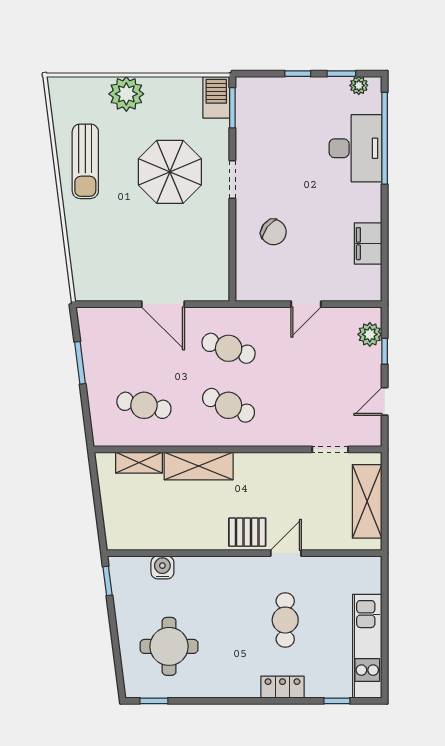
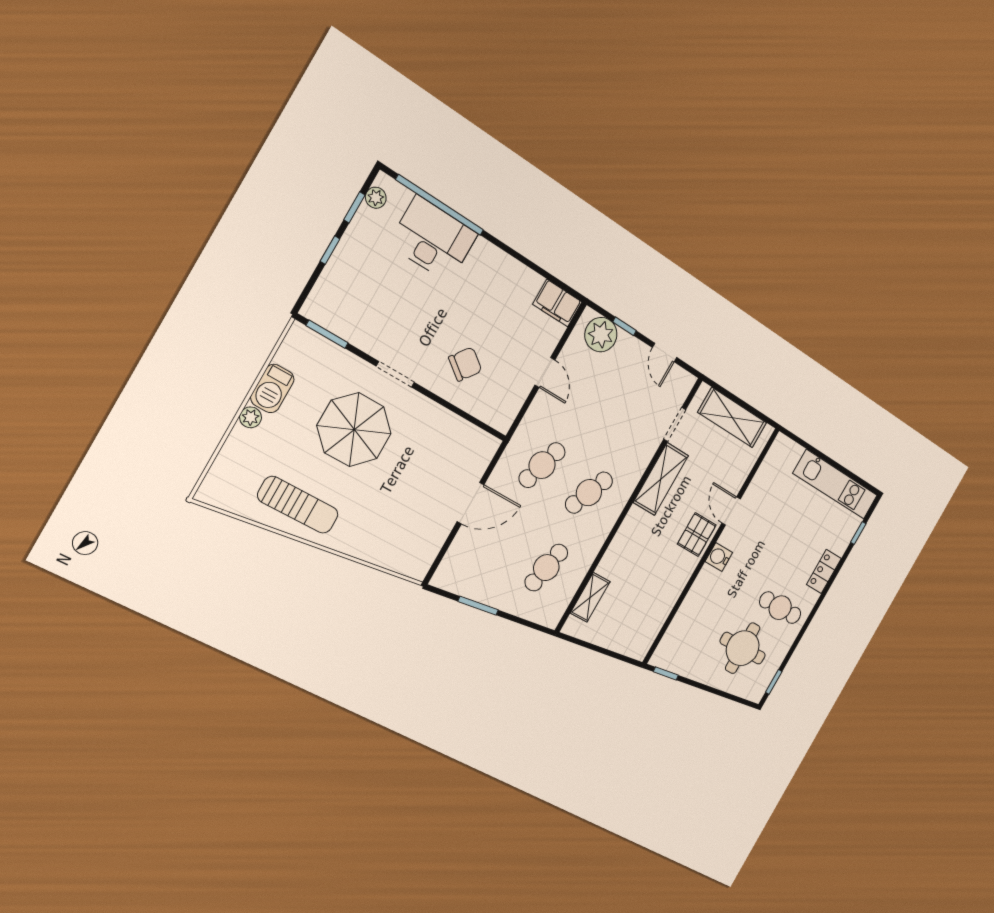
plant: (126, 94) -> (251, 417), width x0.53, depth x0.53
barbecue: (216, 97) -> (272, 388), moved, turned -90
filing cabinet: (368, 244) -> (557, 303), moved
plant: (370, 334) -> (601, 335), width x1.36, depth x1.36
shelving: (199, 466) -> (661, 479), moved
water cooler: (162, 567) -> (719, 557), moved
cafe table: (285, 620) -> (780, 608), moved

